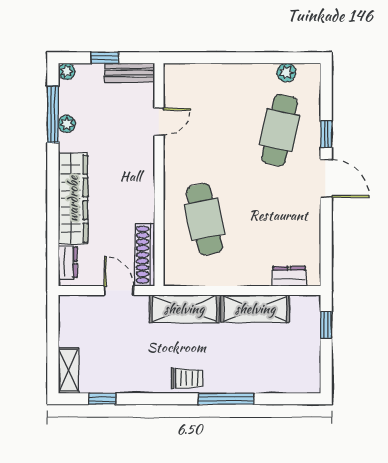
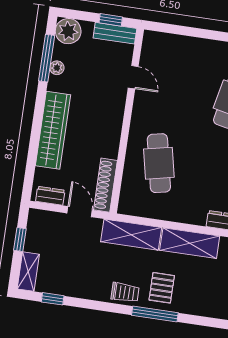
window: (105, 58) -> (111, 20), moved
plant: (67, 71) -> (68, 31), width x1.87, depth x1.87
door: (159, 122) -> (133, 77), hinge flipped
dresser: (68, 262) -> (50, 196), moved, turned -90
window: (53, 334) -> (20, 239), added
pallet: (230, 367) -> (162, 288), added

